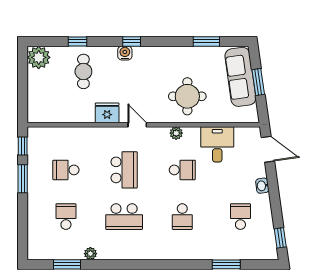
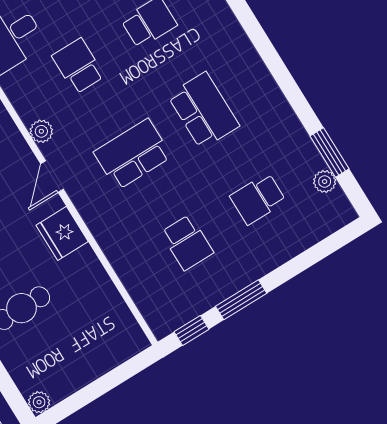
plant: (39, 57) -> (39, 402), width x0.53, depth x0.53
plant: (176, 133) -> (41, 131), moved
plant: (90, 254) -> (325, 181), moved

